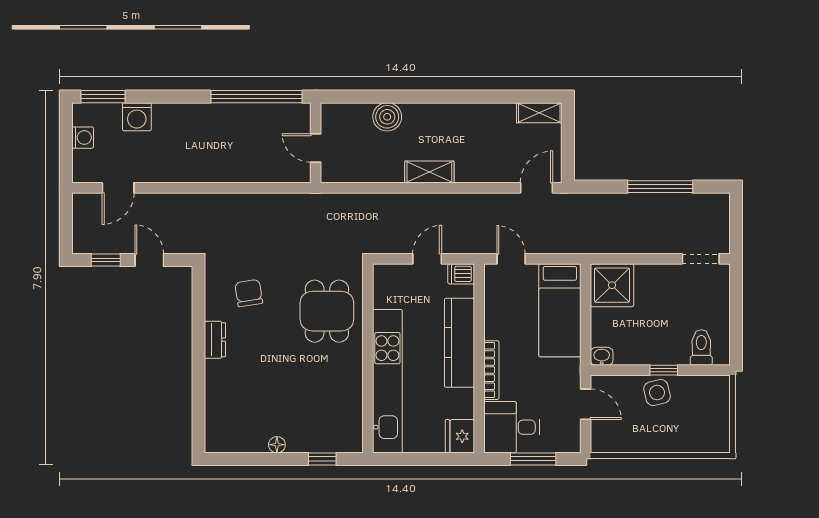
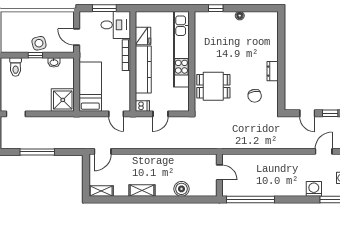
shelving: (429, 172) -> (142, 191), moved
dining table: (327, 311) -> (213, 86), turned 90
washbasin: (602, 356) -> (54, 62), moved
fridge: (460, 436) -> (143, 36), moved

